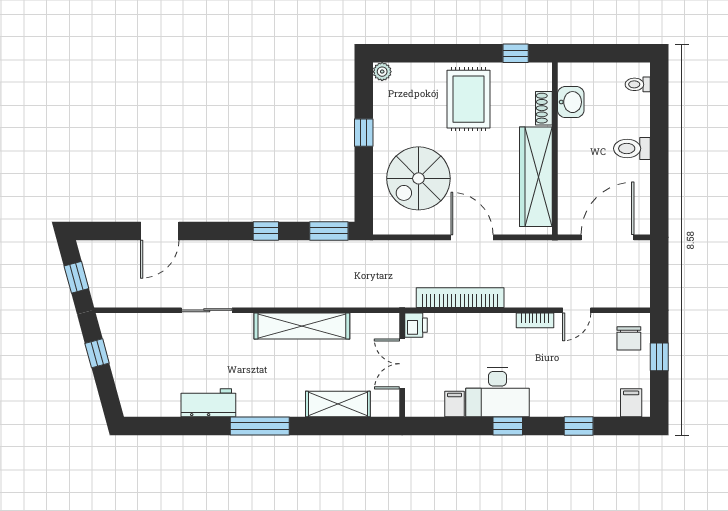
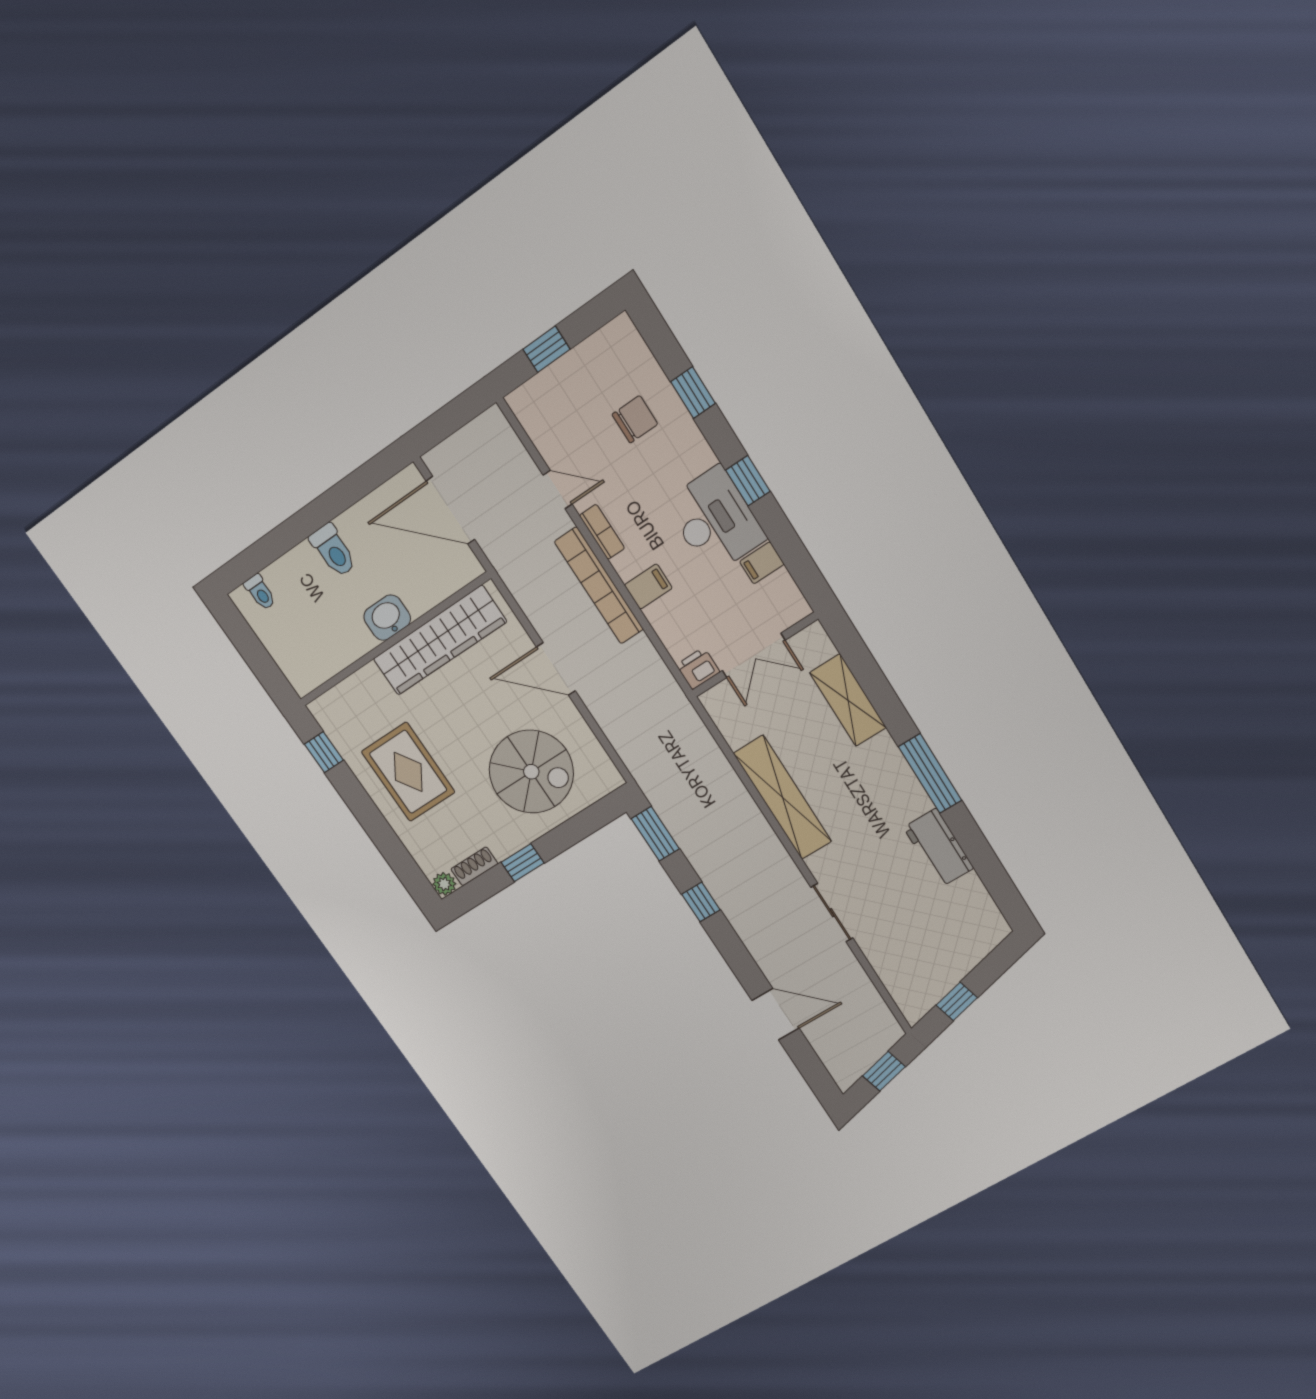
rug: (469, 99) -> (408, 772), turned 90
washbasin: (571, 102) -> (387, 618), moved
shoe rack: (544, 108) -> (474, 866), moved, turned 180
door: (472, 237) -> (556, 669), hinge flipped
bookcase: (460, 298) -> (599, 586), moved
chair: (629, 338) -> (635, 419), moved
filing cabinet: (631, 403) -> (648, 587), moved, turned 180

